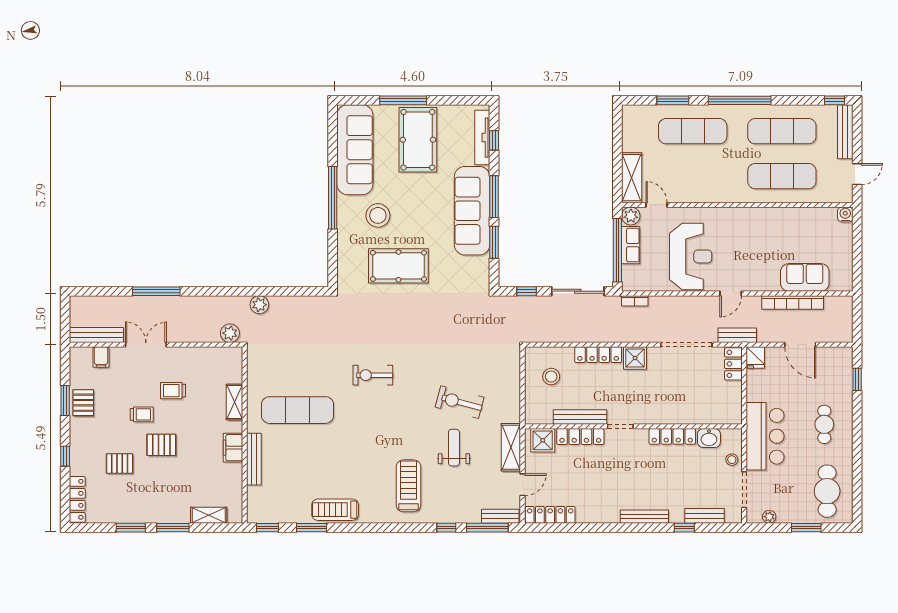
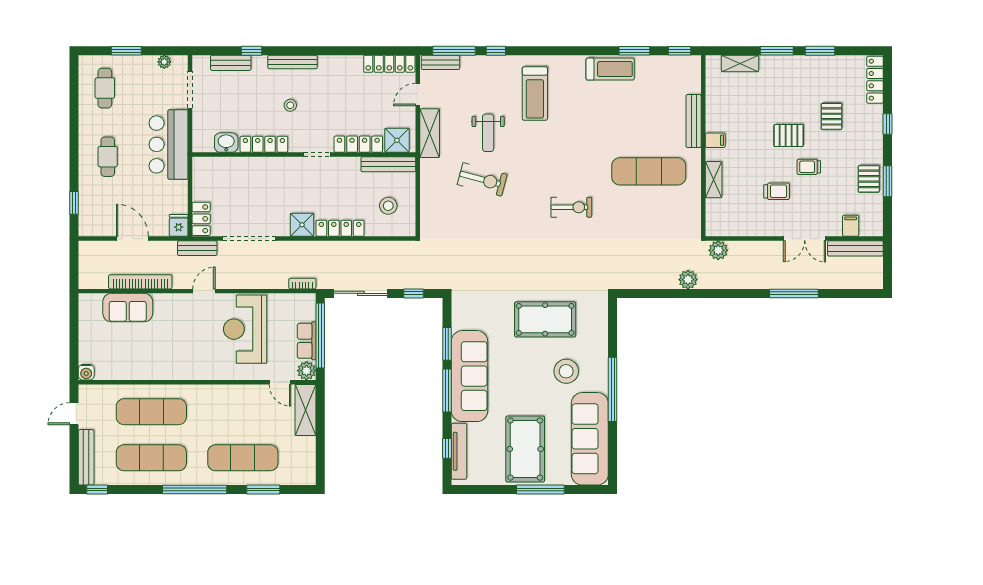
bench: (580, 417) -> (388, 164), moved
filing cabinet: (233, 448) -> (715, 140), width x0.50
stool: (732, 460) -> (290, 105), moved
pallet: (120, 464) -> (832, 116), turned 90
cafe table: (827, 491) -> (105, 88), width x0.73, depth x0.74

